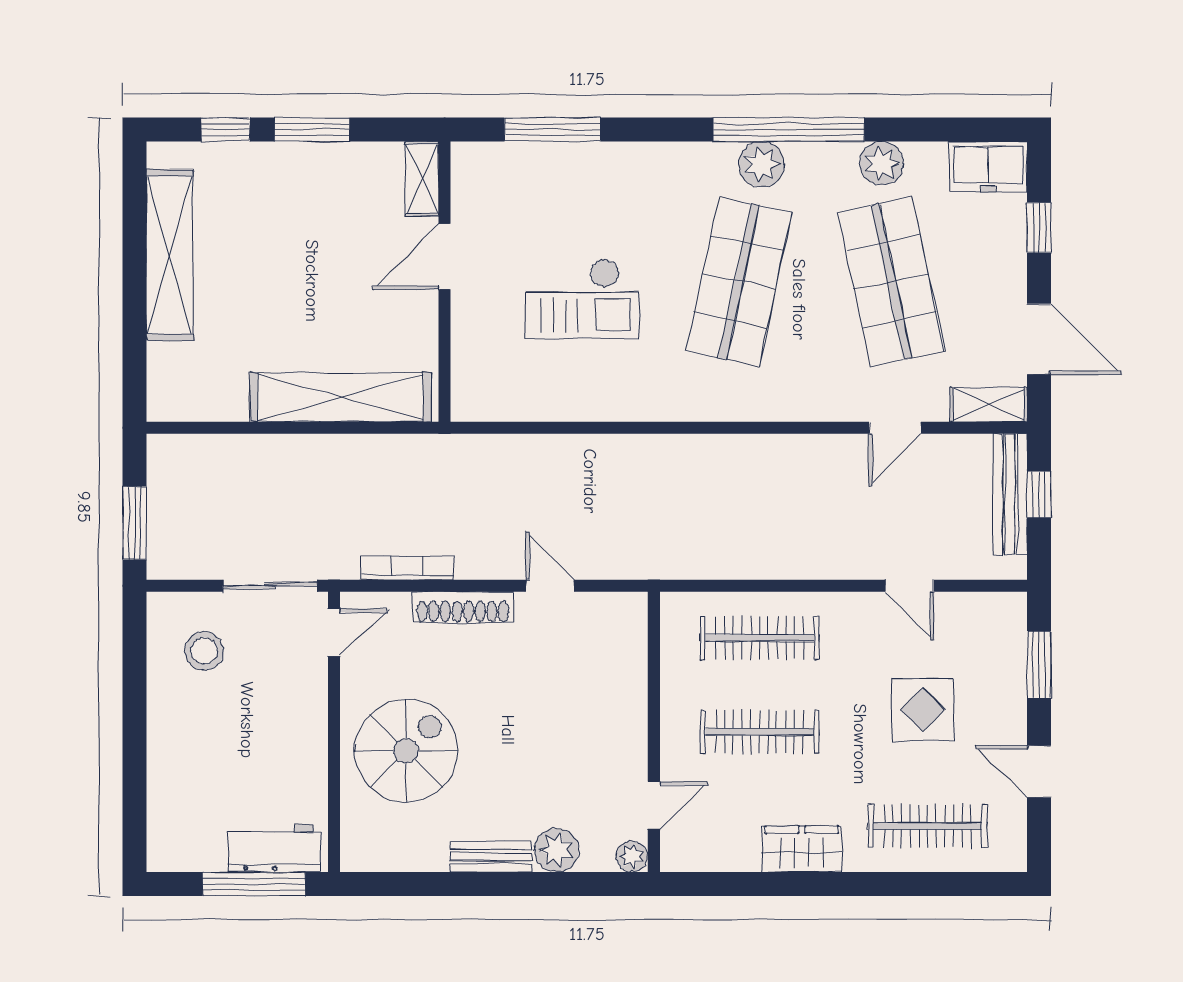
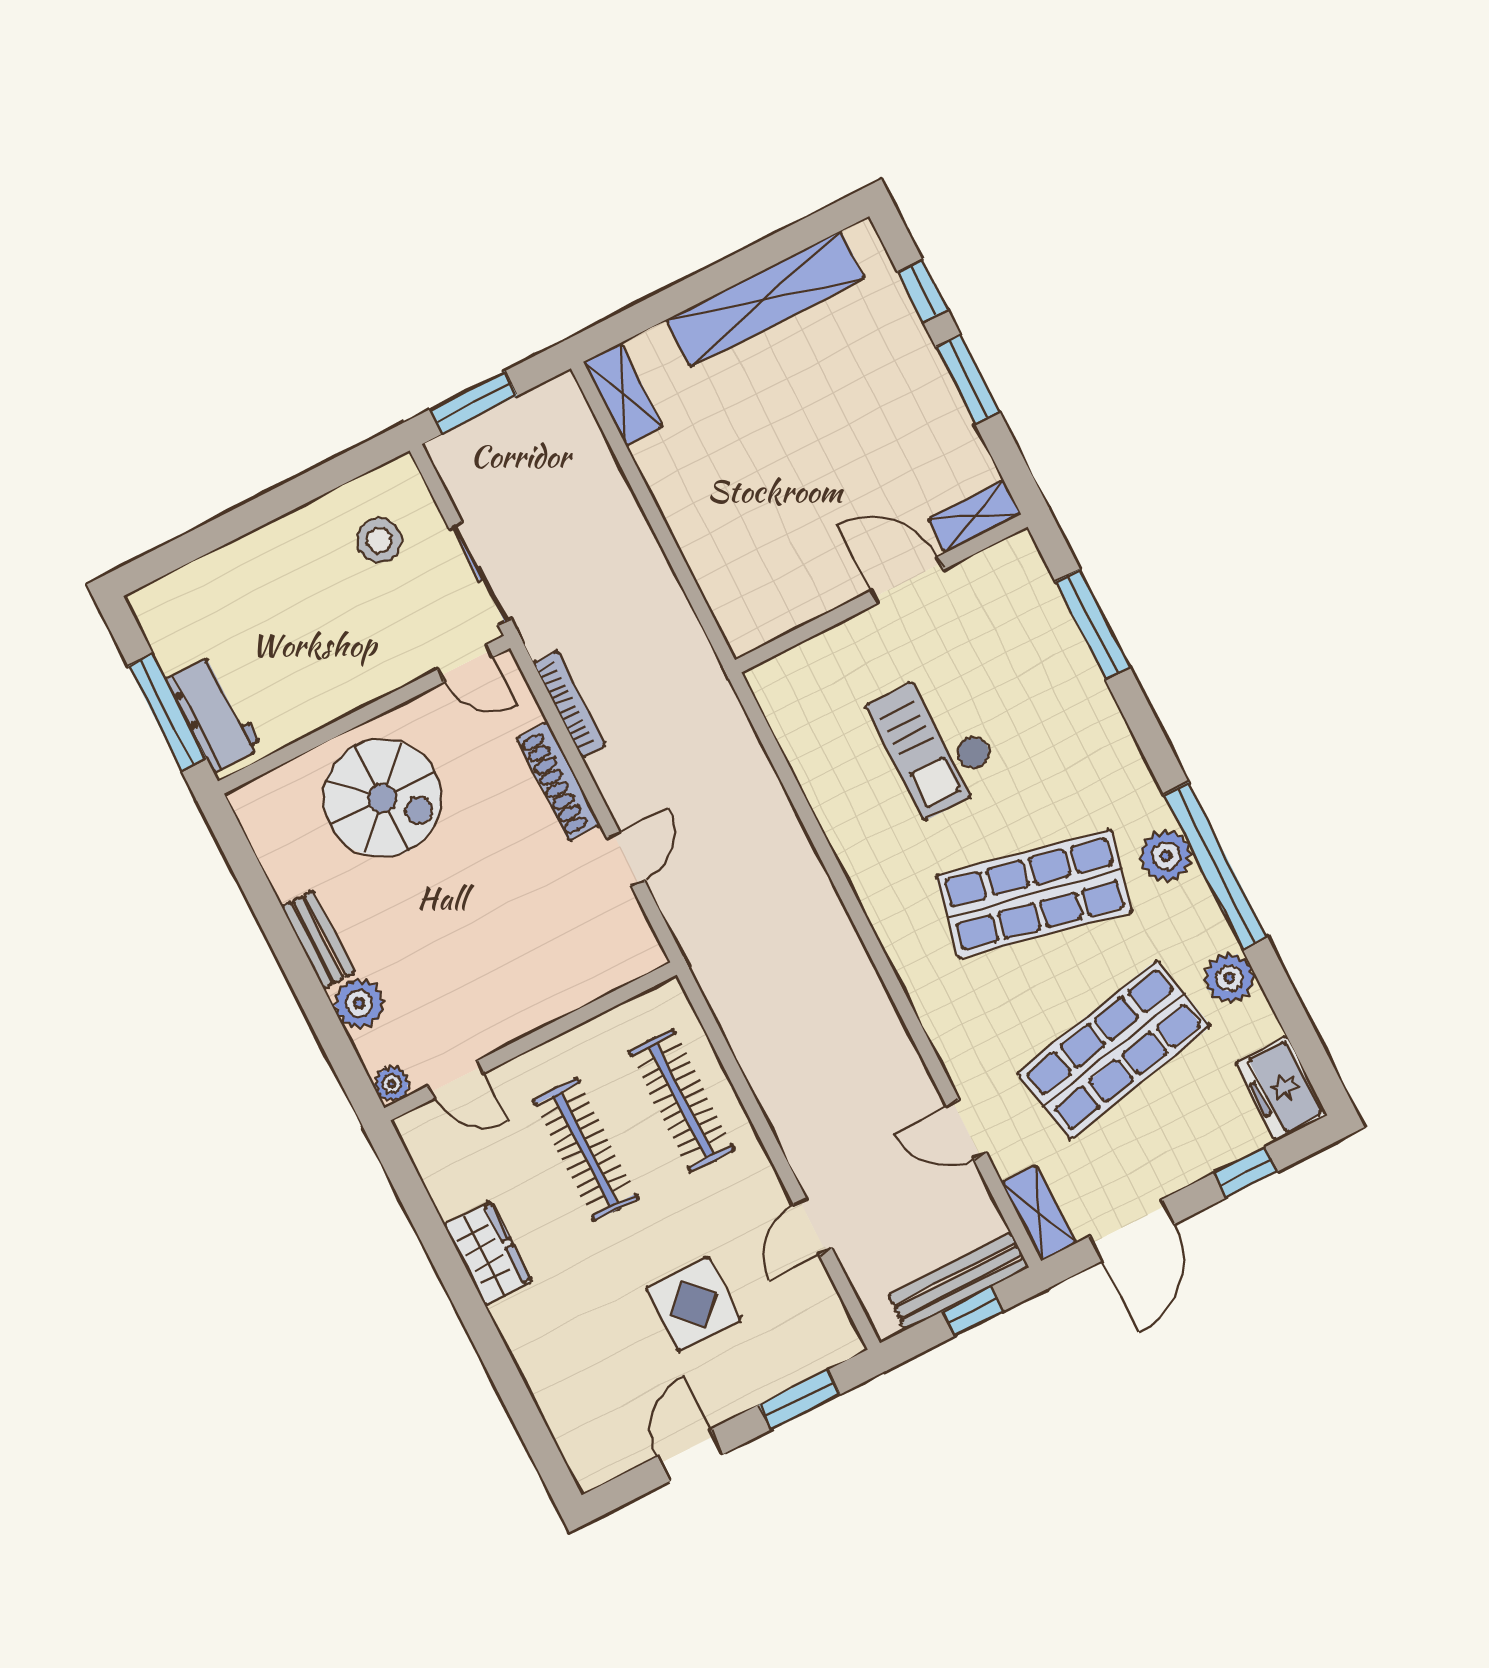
shelving: (340, 397) -> (623, 394), moved, width x0.45, depth x0.75
clothes rail: (927, 826) -> (577, 1370), removed

